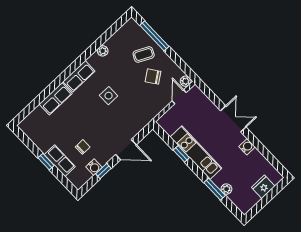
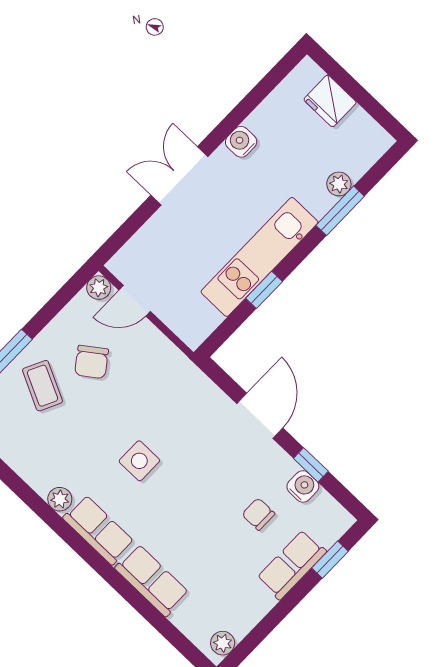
plant: (103, 51) -> (60, 499), moved
plant: (27, 129) -> (223, 643), added
window: (46, 162) -> (330, 560), moved

